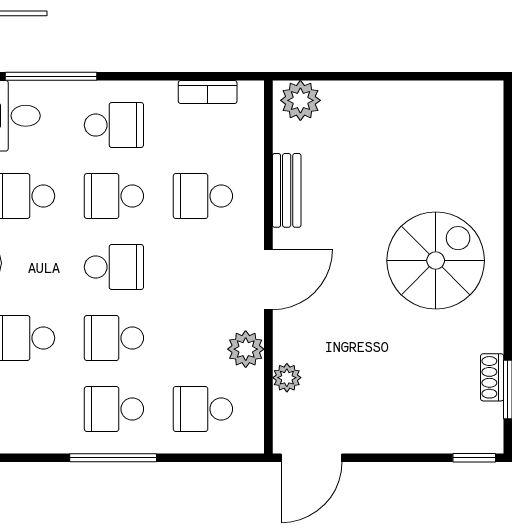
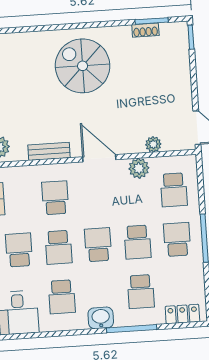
school desk: (203, 196) -> (55, 198), turned 180
school desk: (114, 409) -> (177, 239), turned 180

